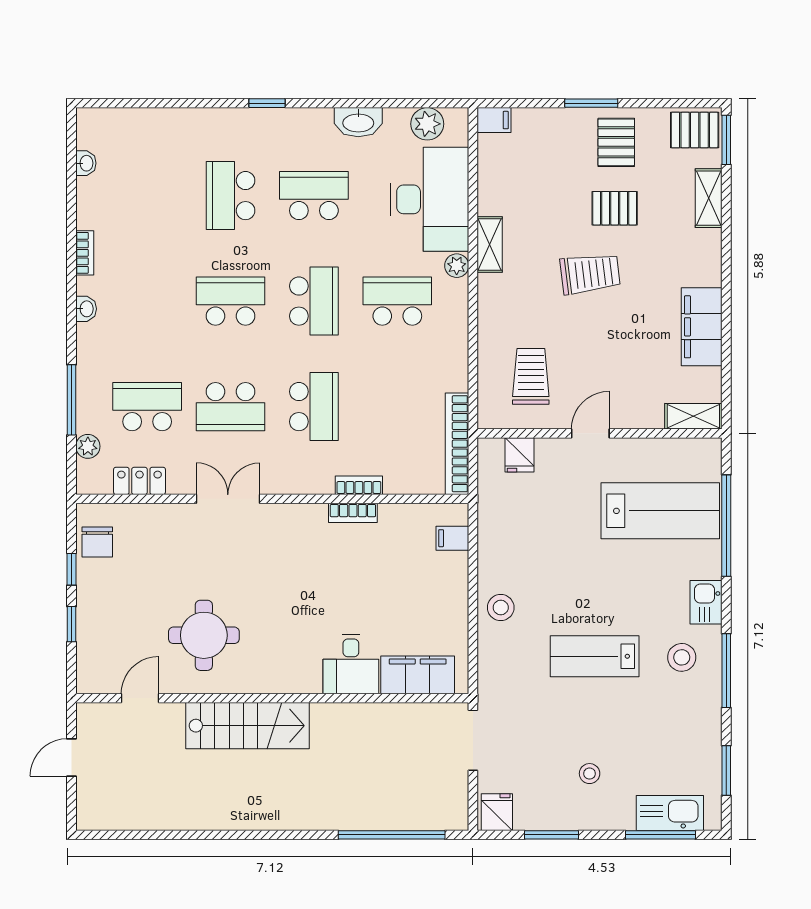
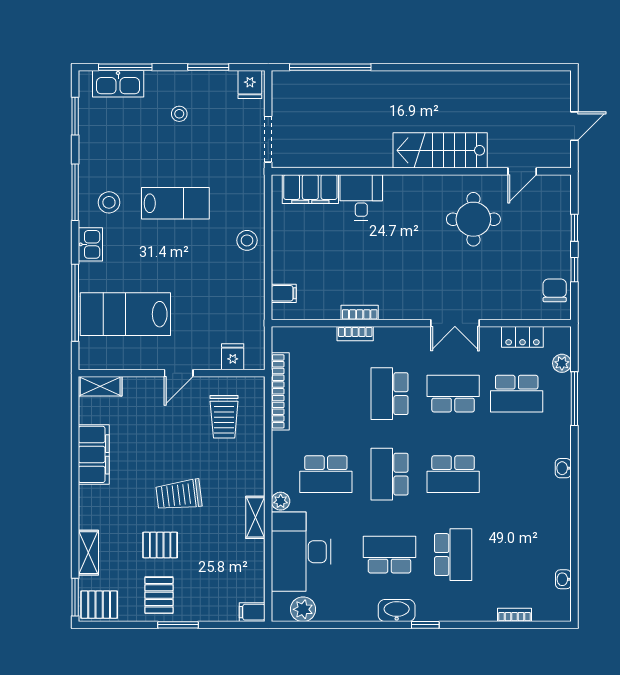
washbasin: (358, 122) -> (397, 611), moved
school desk: (314, 196) -> (389, 555), turned 180
bookcase: (85, 253) -> (514, 615), moved, turned 90
bookcase: (457, 444) -> (280, 391), moved

